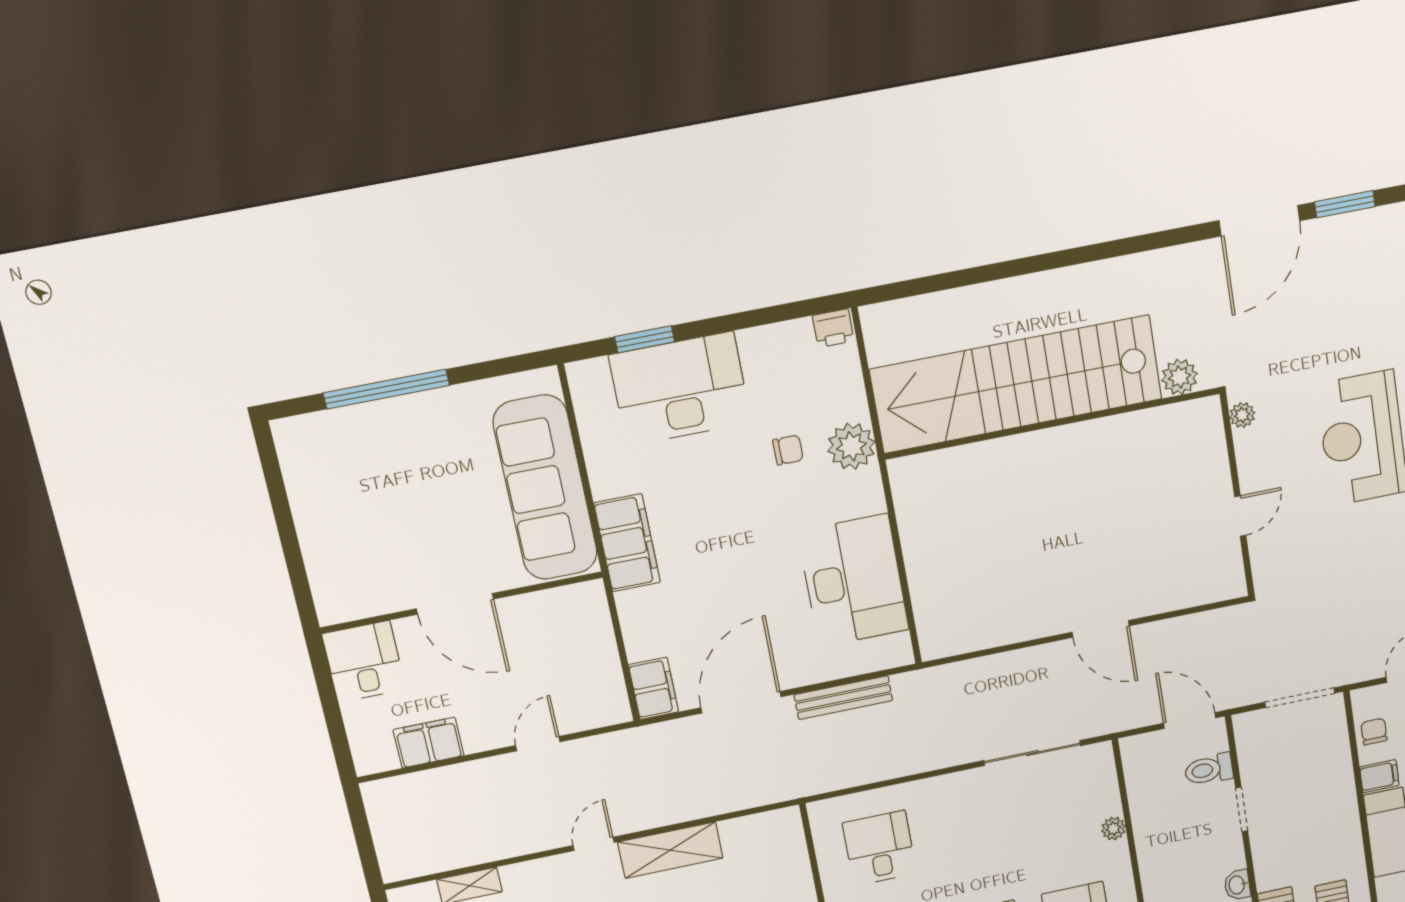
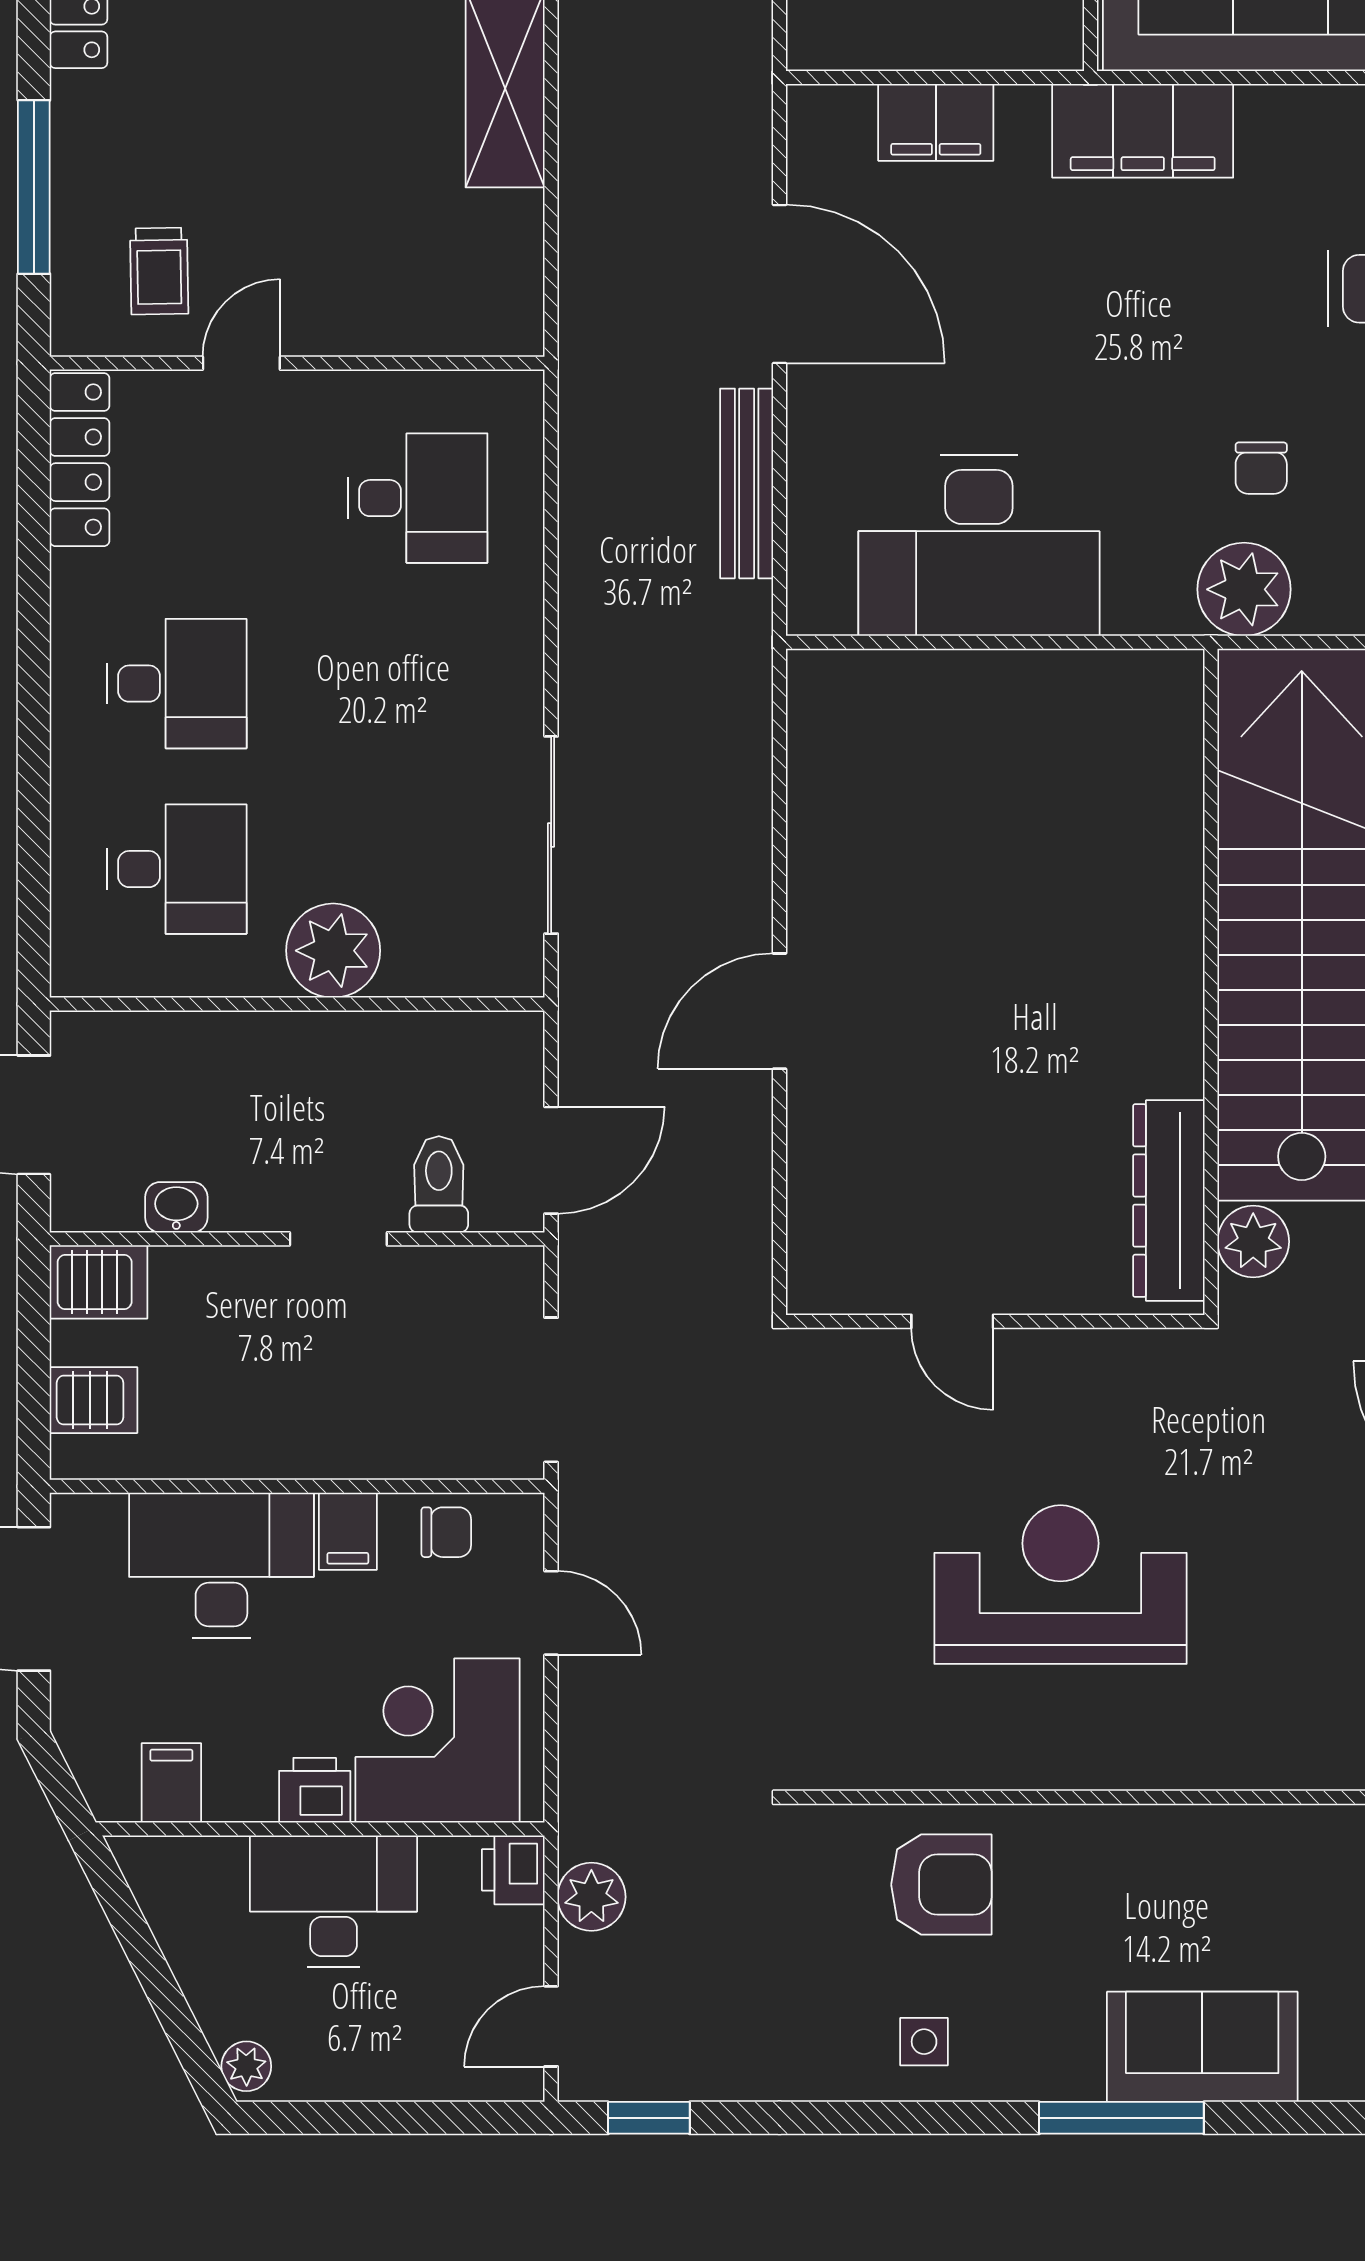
plant: (1242, 415) -> (1154, 1353), removed
dresser: (1165, 423) -> (1169, 1201), added
filing cabinet: (654, 688) -> (936, 122), moved
plant: (1113, 829) -> (333, 951), width x1.88, depth x1.88

